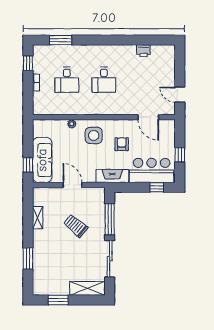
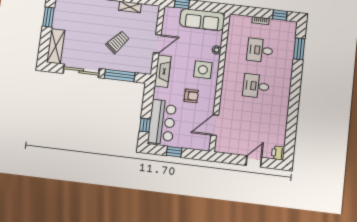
printer: (143, 51) -> (278, 153), moved
door: (180, 95) -> (254, 161), moved
sofa: (42, 160) -> (202, 20), moved
fireplace: (112, 176) -> (163, 71), moved

